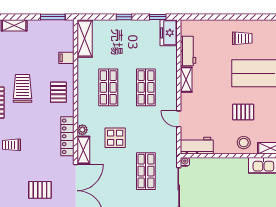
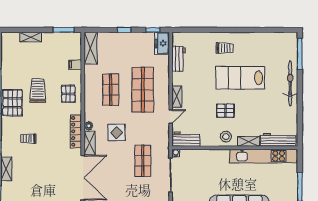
shelving: (186, 80) -> (177, 97), moved
shop shelf: (146, 87) -> (143, 90), width x1.43, depth x1.36
door: (179, 119) -> (171, 117), swing flipped
pallet: (40, 190) -> (53, 177), removed

